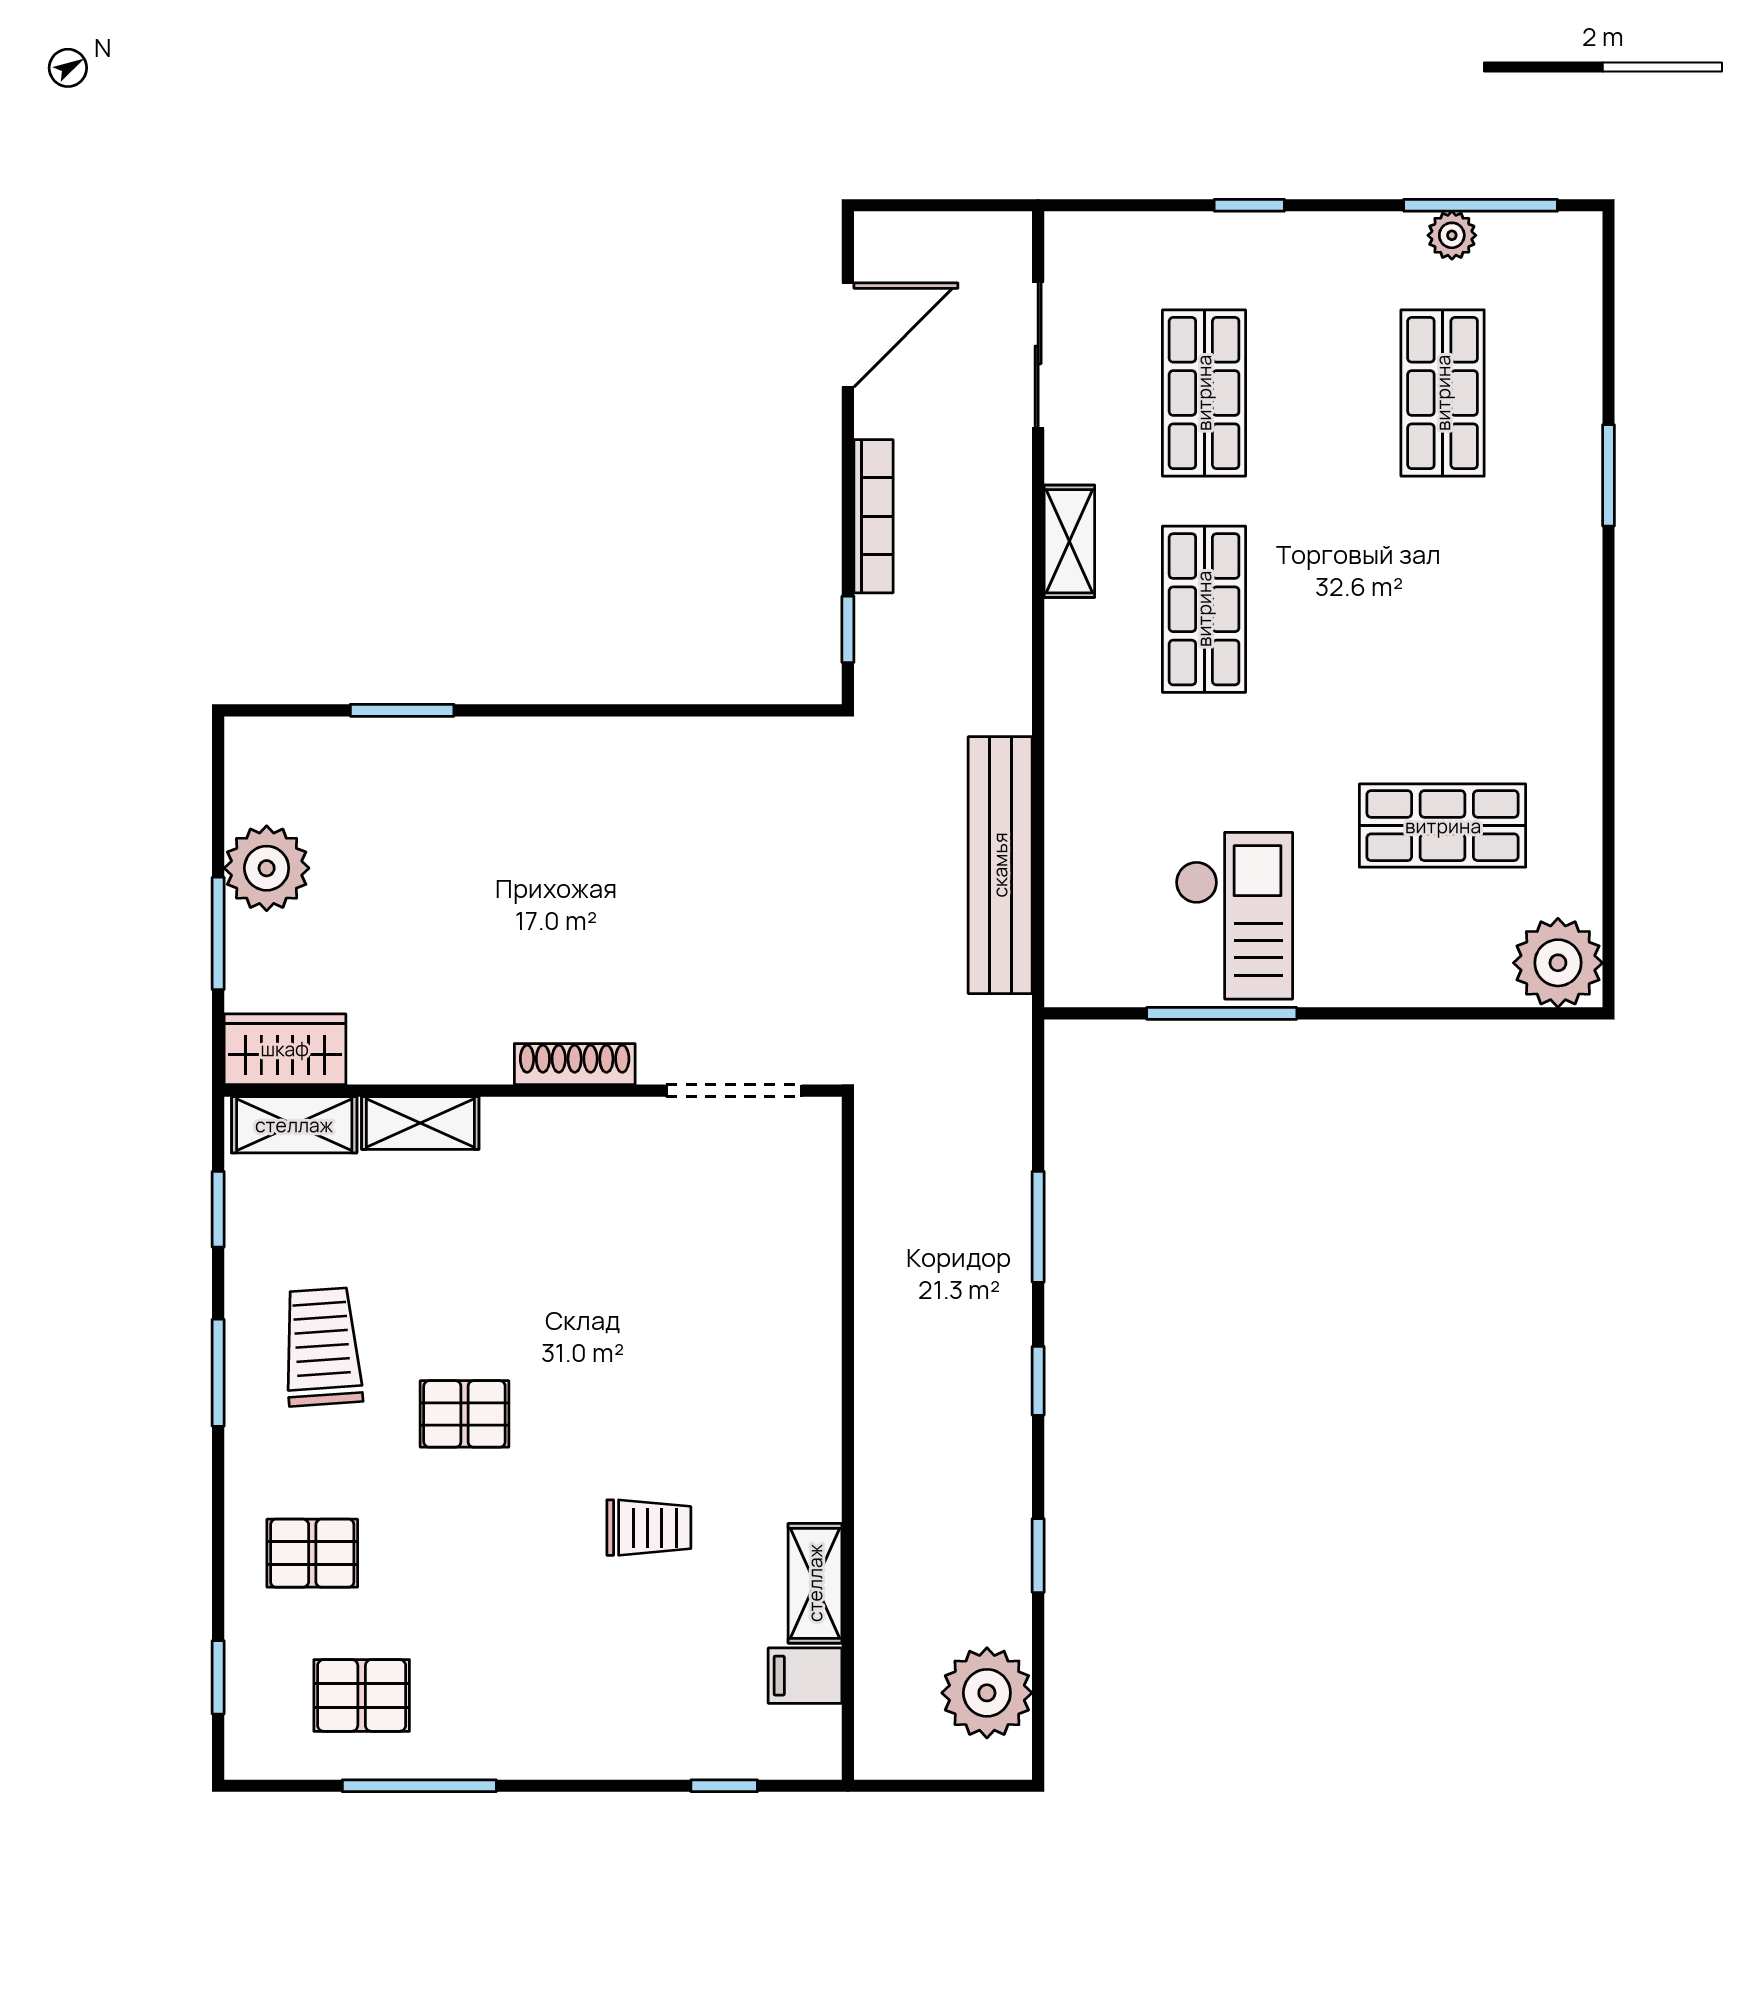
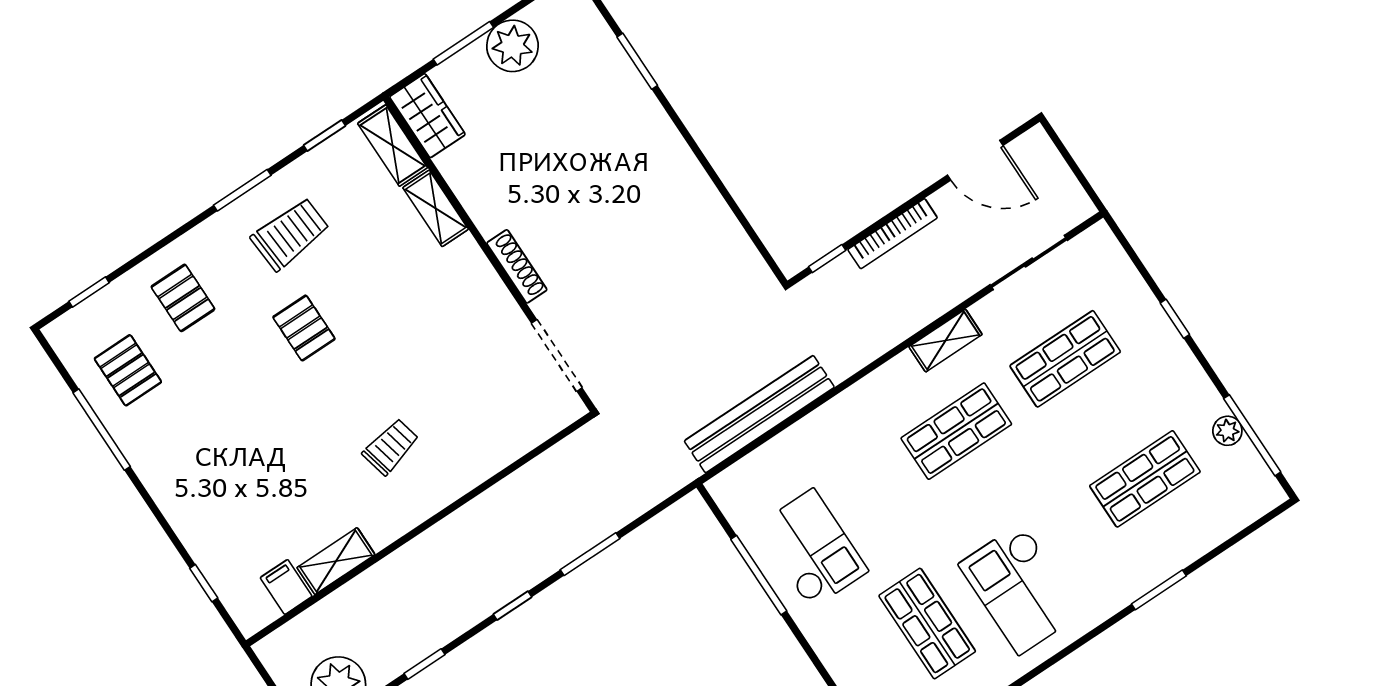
checkout: (1480, 665) -> (1020, 589), added
checkout: (1234, 916) -> (812, 549), turned -90
trolley: (649, 1528) -> (391, 447), moved, turned -103

